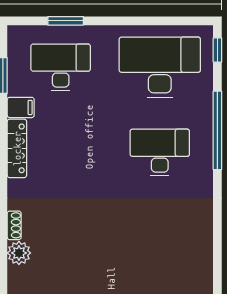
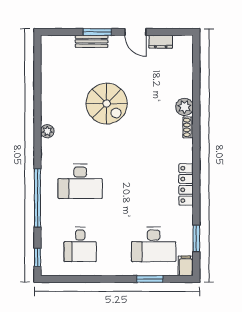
desk: (160, 67) -> (80, 244), width x0.53, depth x0.77
filing cabinet: (21, 107) -> (186, 266), moved, turned 90
plant: (204, 220) -> (47, 131), added
spiral stairs: (124, 257) -> (107, 104), added

